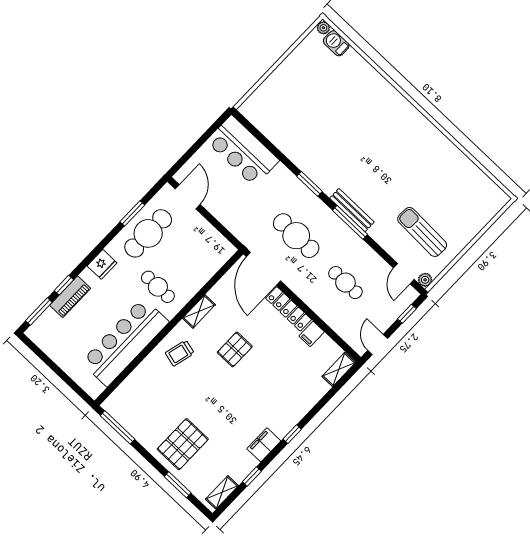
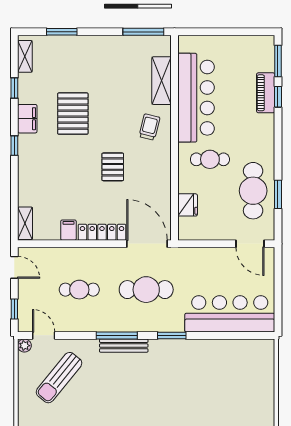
bar counter: (243, 151) -> (230, 314), width x1.36
sun lounger: (422, 232) -> (59, 378), turned 127
fridge: (102, 264) -> (188, 205), moved, turned 180
shelving: (199, 311) -> (162, 81), moved, width x1.50, depth x1.33
pallet: (183, 444) -> (73, 114), moved

